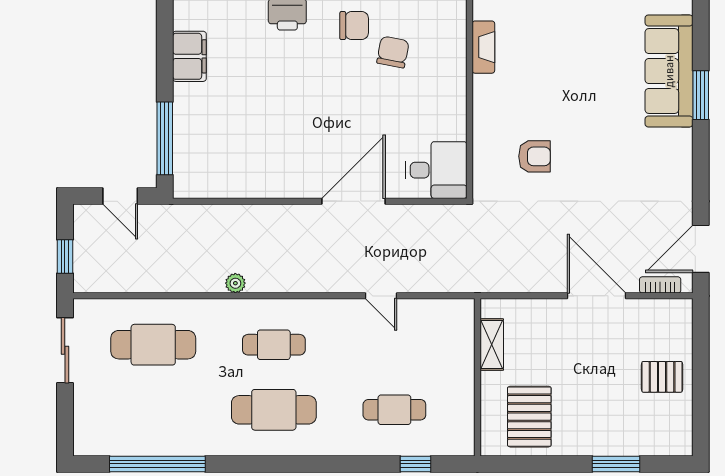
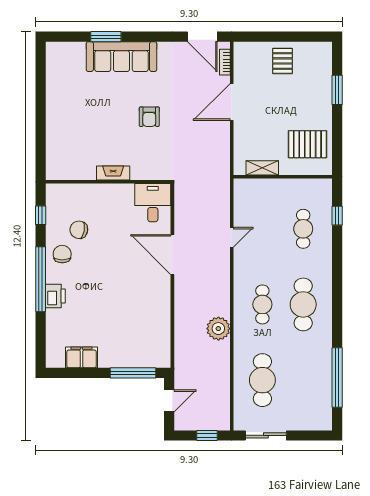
fireplace: (483, 47) -> (113, 173), moved
sofa: (669, 71) -> (121, 57), moved
armchair: (535, 156) -> (149, 117), moved, turned 180
plant: (235, 283) -> (218, 329), width x1.88, depth x1.88

